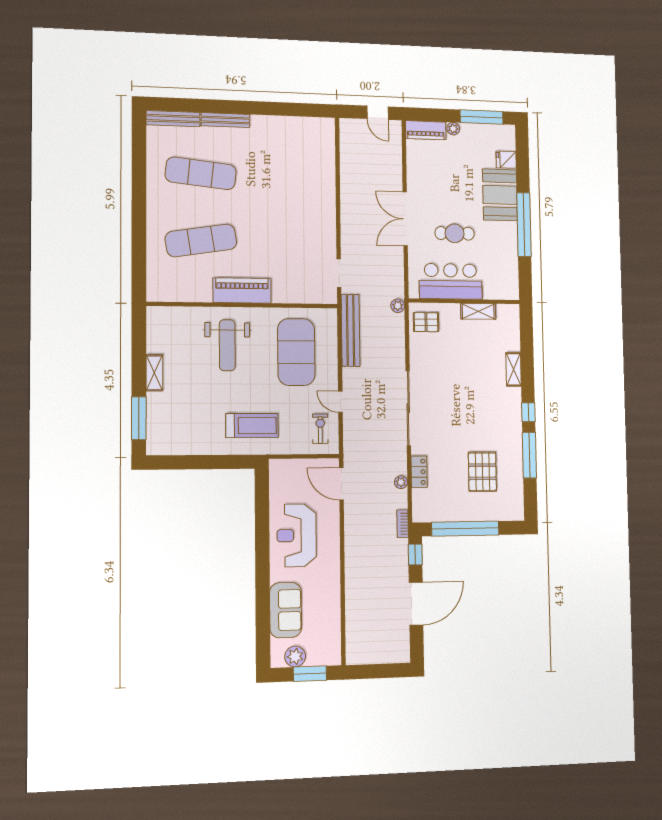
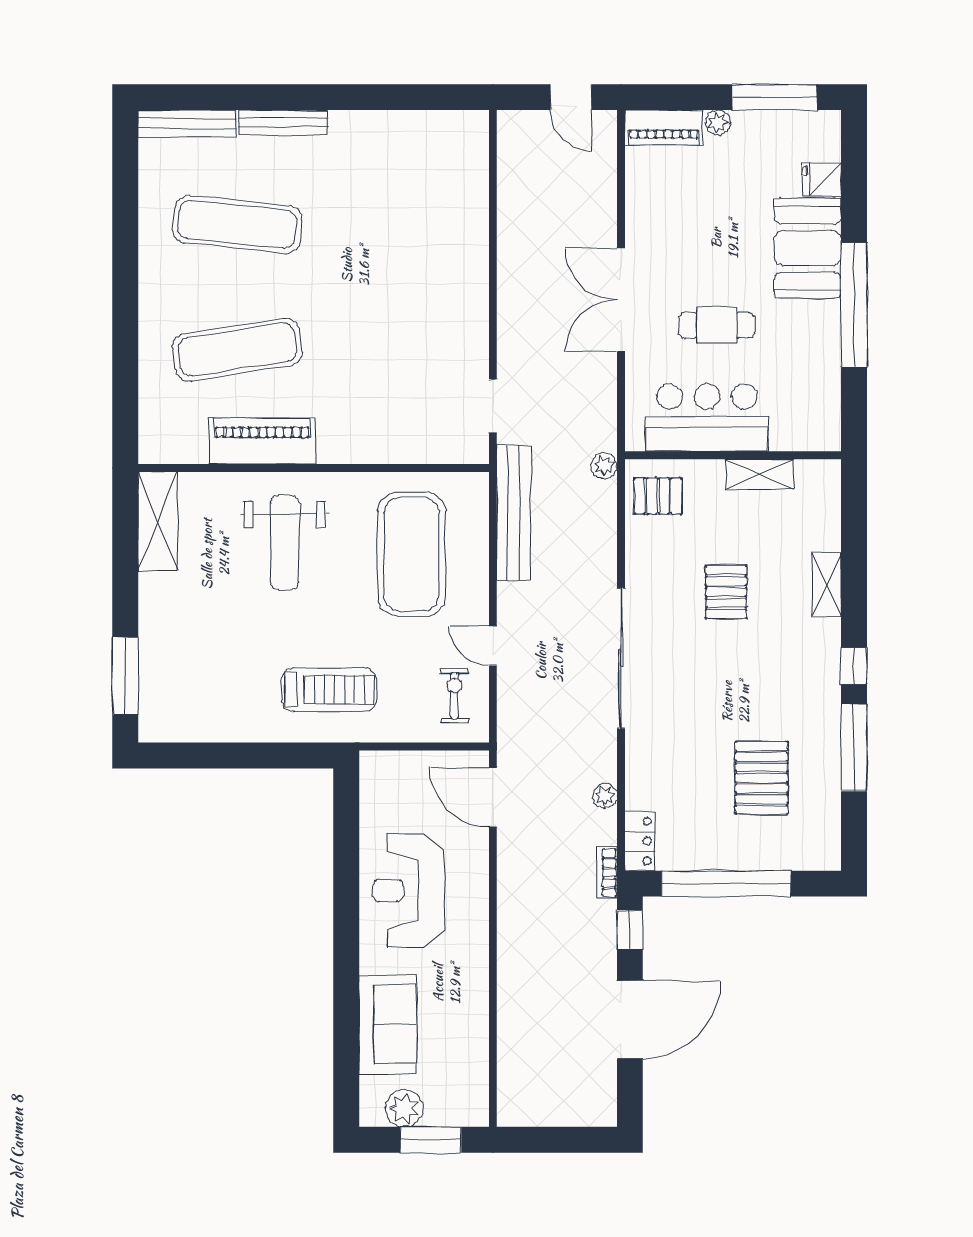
piano: (242, 290) -> (262, 441), moved
shelving: (154, 373) -> (158, 521), moved, width x1.50, depth x1.33
pallet: (462, 373) -> (726, 592), added
locker: (419, 472) -> (640, 841), moved

